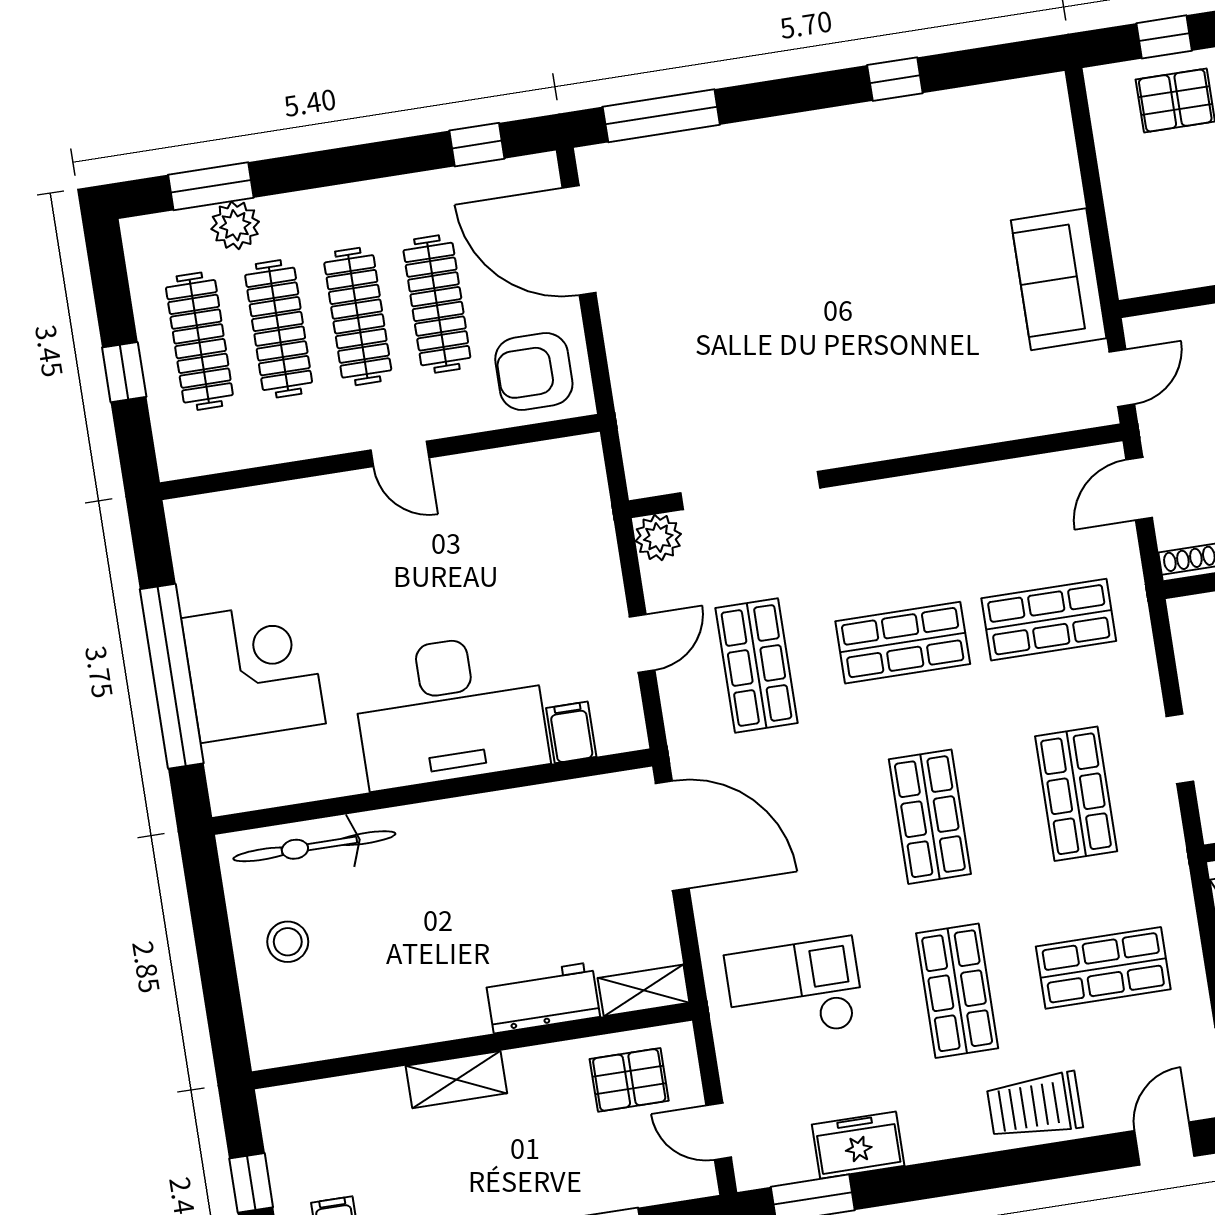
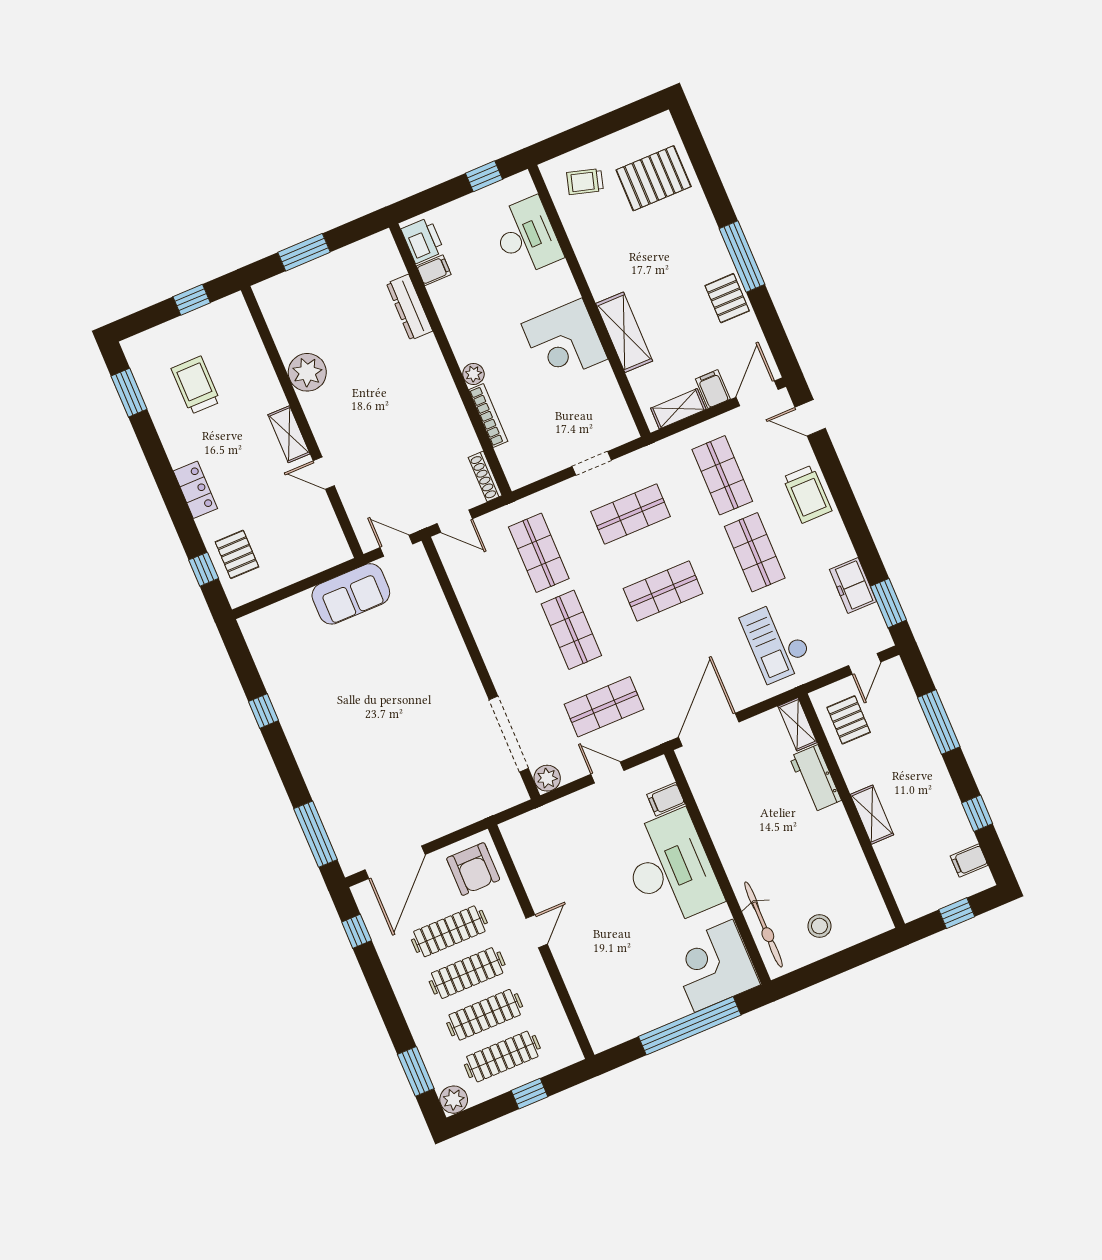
plant: (235, 225) -> (454, 1100), moved
corner desk: (253, 671) -> (714, 966), moved
shop shelf: (957, 991) -> (755, 552), turned 90

